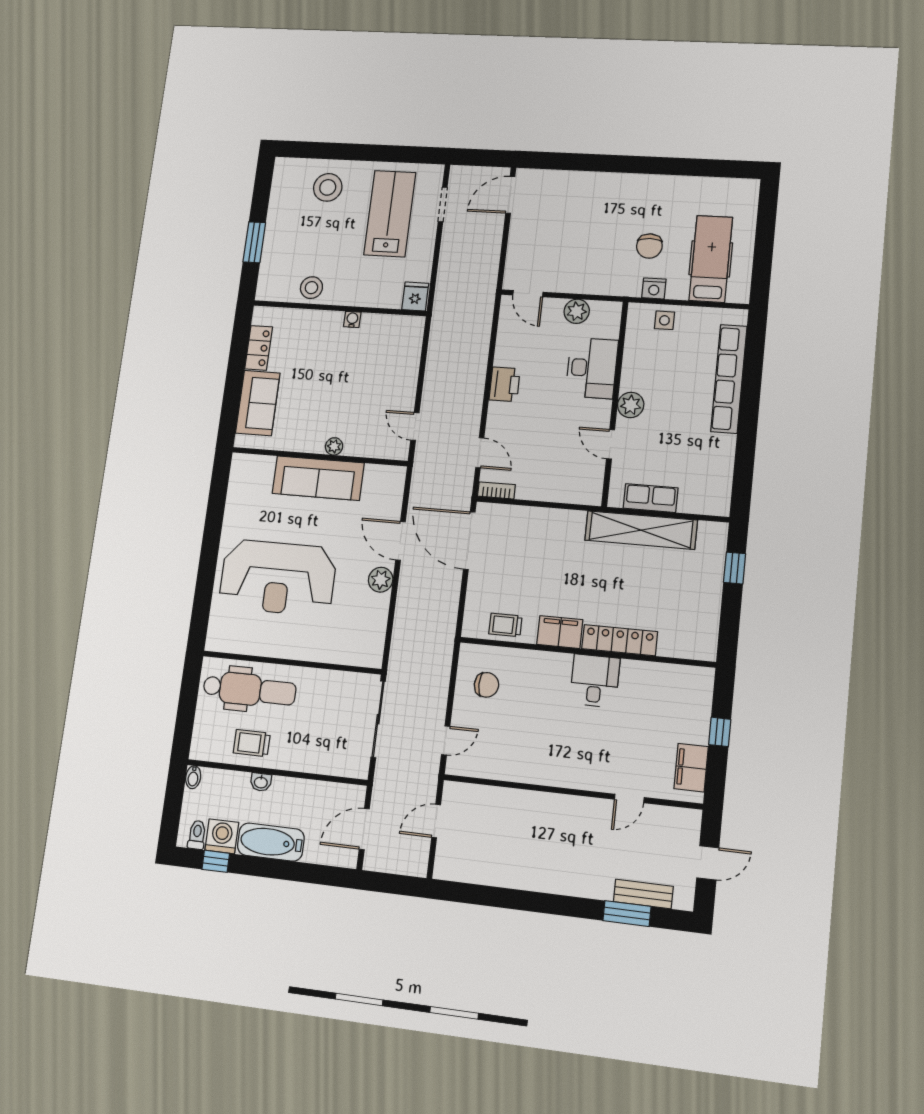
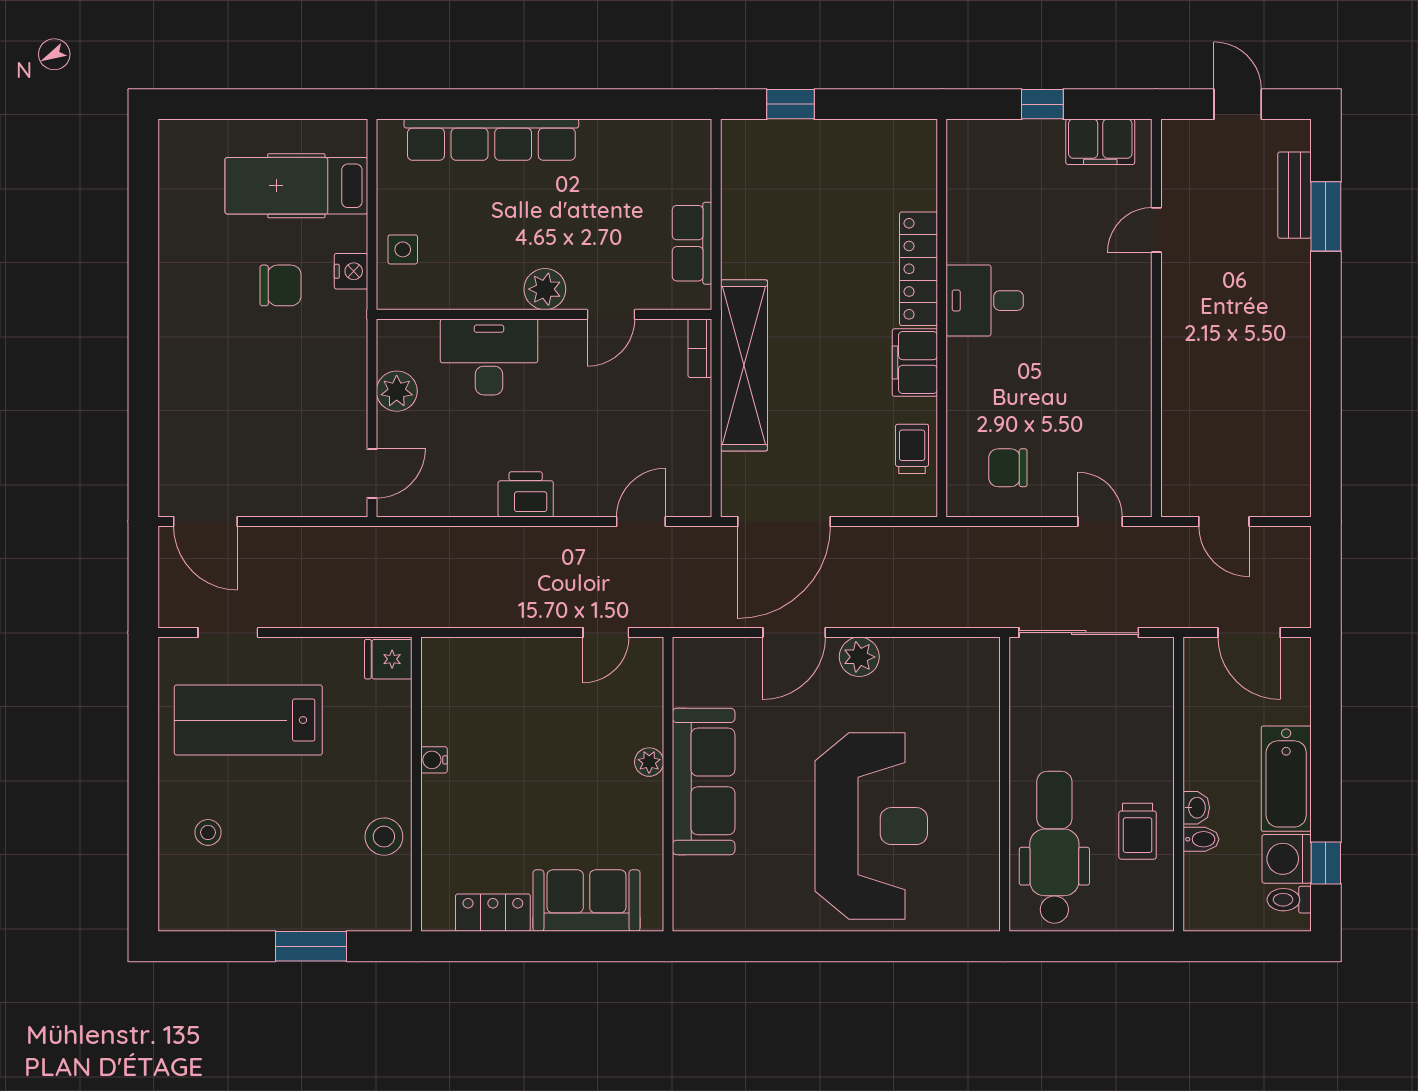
stool: (328, 187) -> (208, 832), width x0.53, depth x0.53
bookcase: (496, 490) -> (700, 348), moved
shelving: (641, 530) -> (744, 365), moved
trolley: (505, 625) -> (912, 449), turned 180
chair: (486, 685) -> (1008, 468), turned -90
bidet: (193, 777) -> (1201, 839), moved
door: (629, 798) -> (1156, 230), swing flipped

